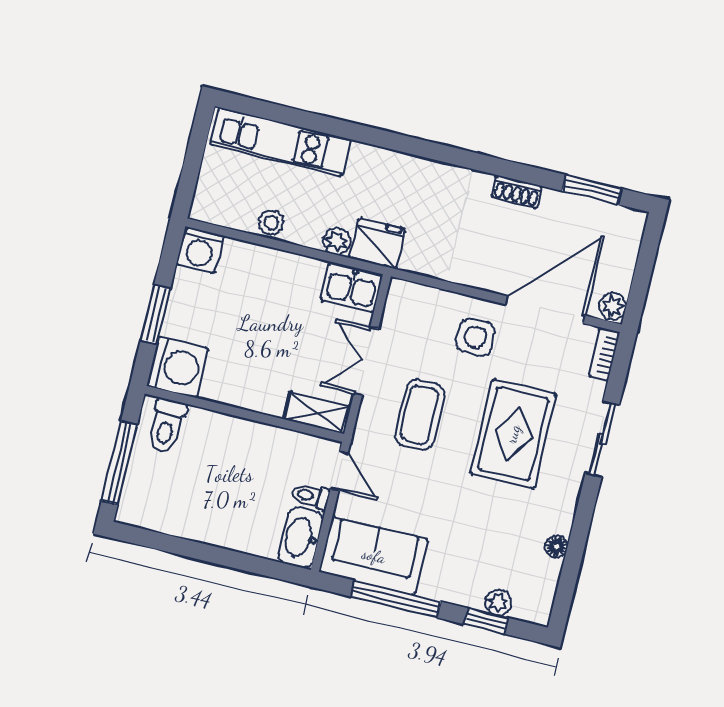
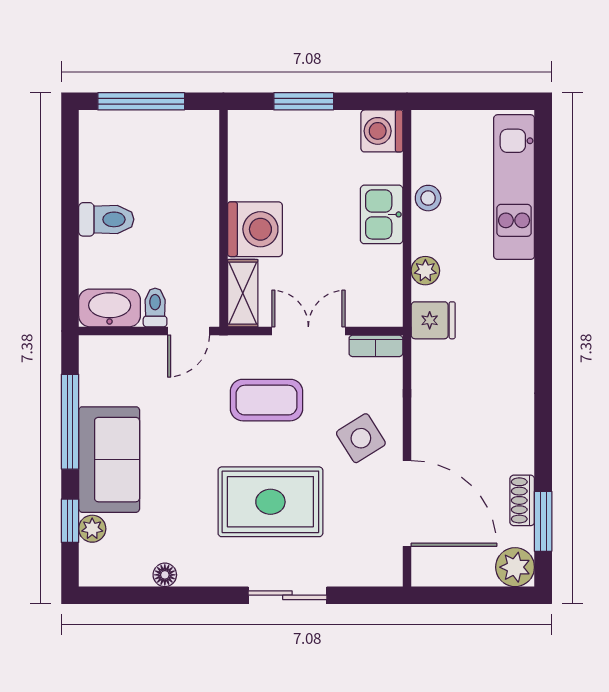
shoe rack: (517, 192) -> (522, 500), moved
fridge: (377, 244) -> (433, 320), width x0.72
kitchen sink: (352, 287) -> (382, 214), moved
plant: (613, 306) -> (515, 567), moved, width x1.38, depth x1.38
side table: (475, 337) -> (361, 438), turned -32
bookcase: (604, 354) -> (376, 346), moved, turned 180
washing machine: (178, 367) -> (255, 229), moved, turned -90
toilet: (167, 426) -> (106, 219), moved, turned 180
sofa: (374, 556) -> (109, 460), moved

